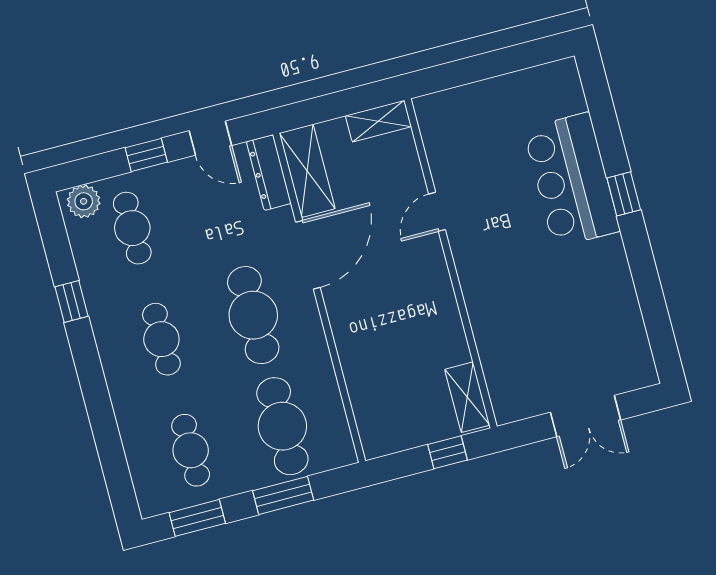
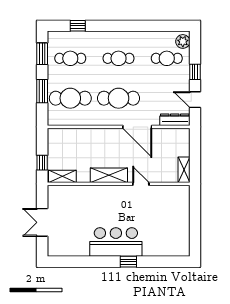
door: (210, 138) -> (195, 100), hinge flipped
shelving: (307, 171) -> (109, 175), moved
bar counter: (572, 180) -> (116, 242), moved
window: (71, 301) -> (78, 26), moved

